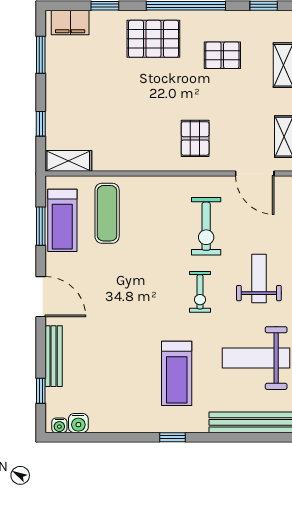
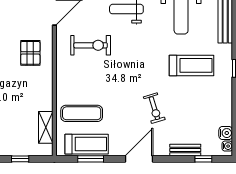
pallet: (195, 138) -> (30, 53), turned 90
shelving: (68, 161) -> (46, 127), moved
exercise bike: (200, 292) -> (154, 108), moved, turned 73
bench: (54, 356) -> (185, 150), width x0.73

